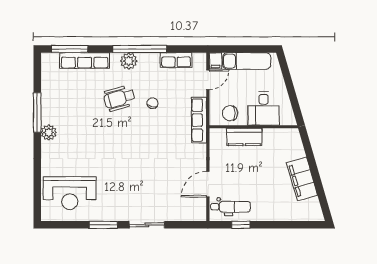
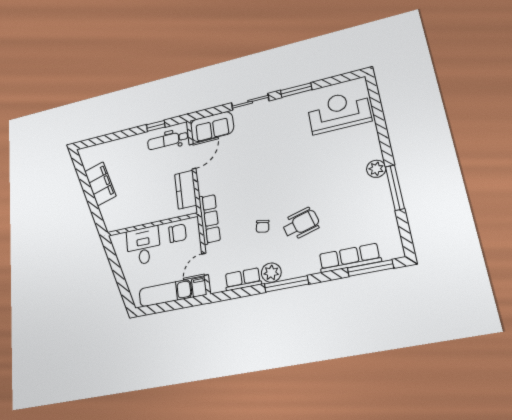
window: (140, 49) -> (286, 284), width x0.68
plant: (129, 61) -> (271, 273), moved
kitchen counter: (244, 137) -> (186, 190), moved, turned -90
sofa: (186, 209) -> (212, 127), added

